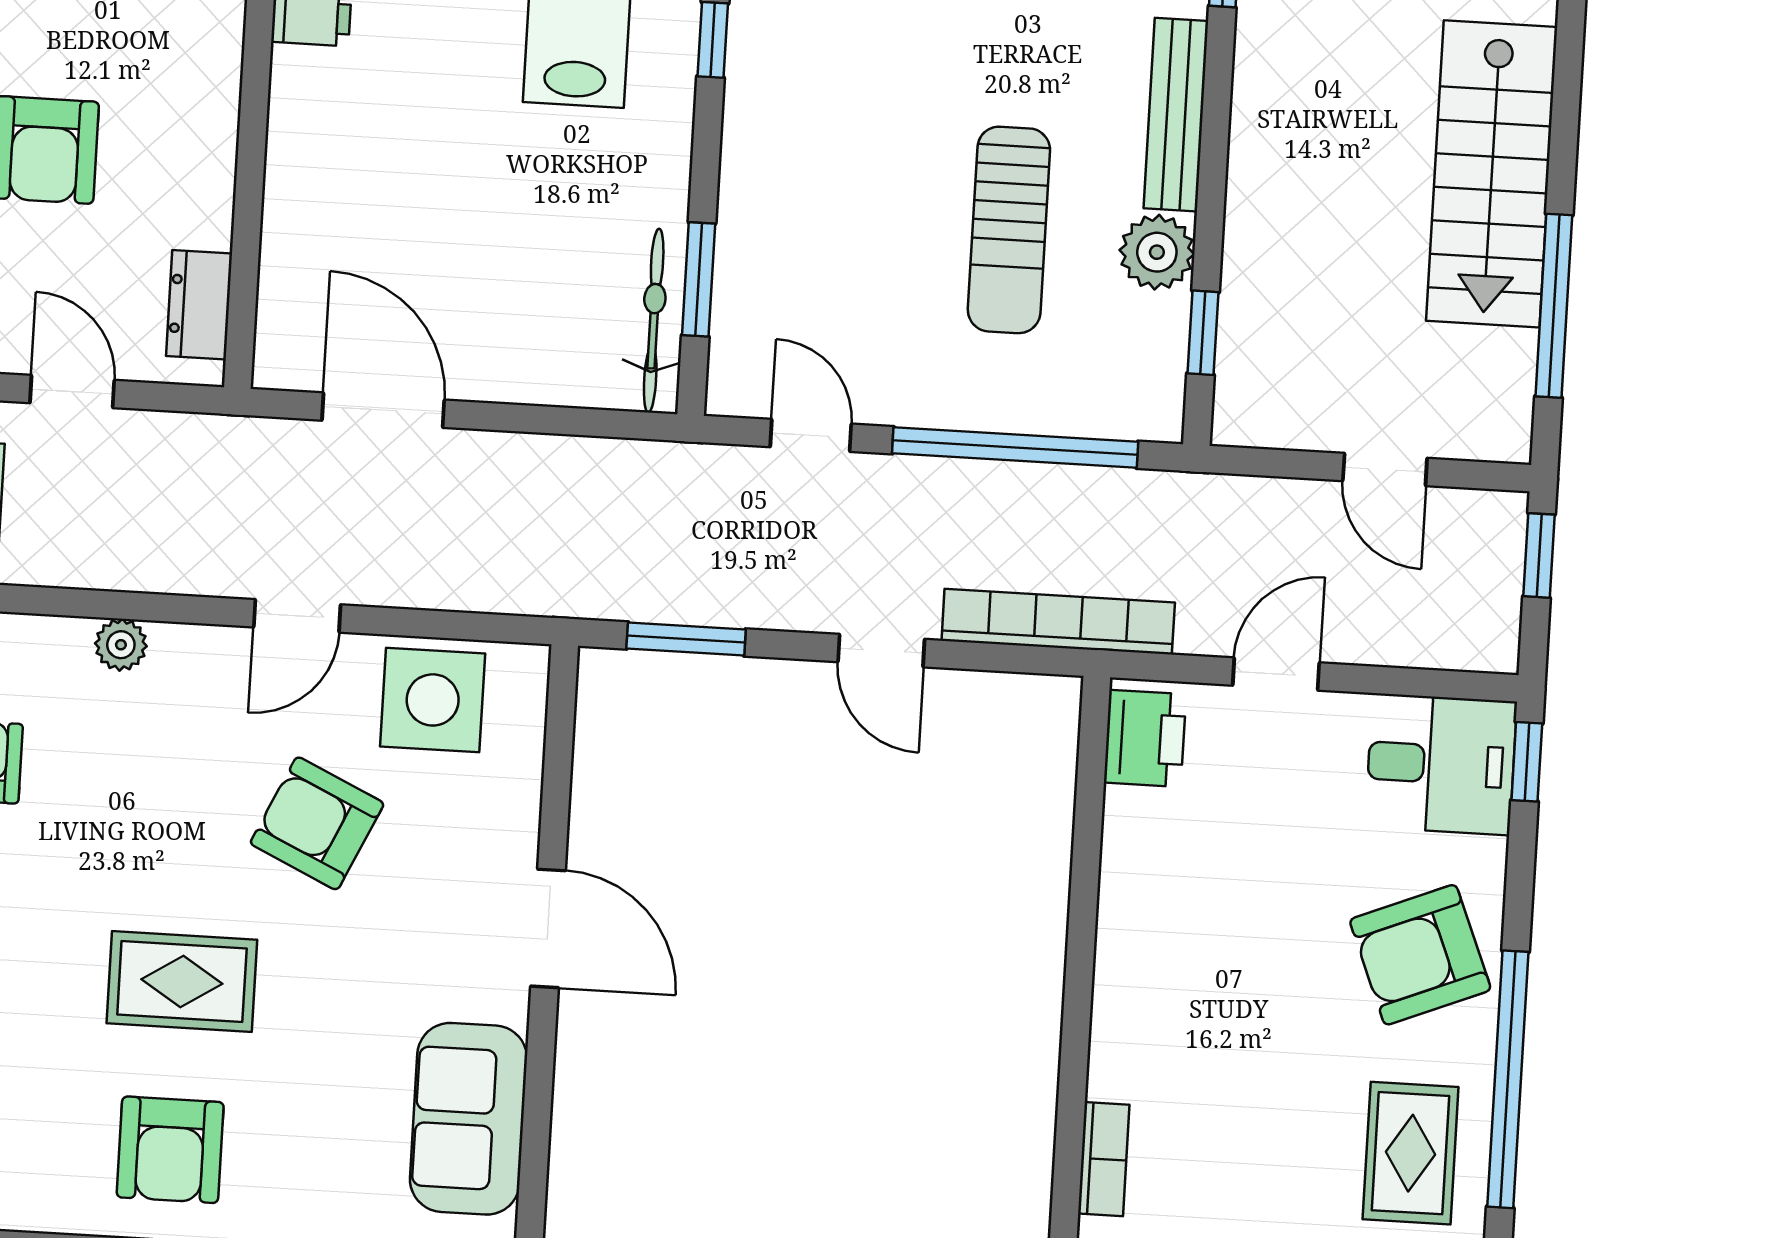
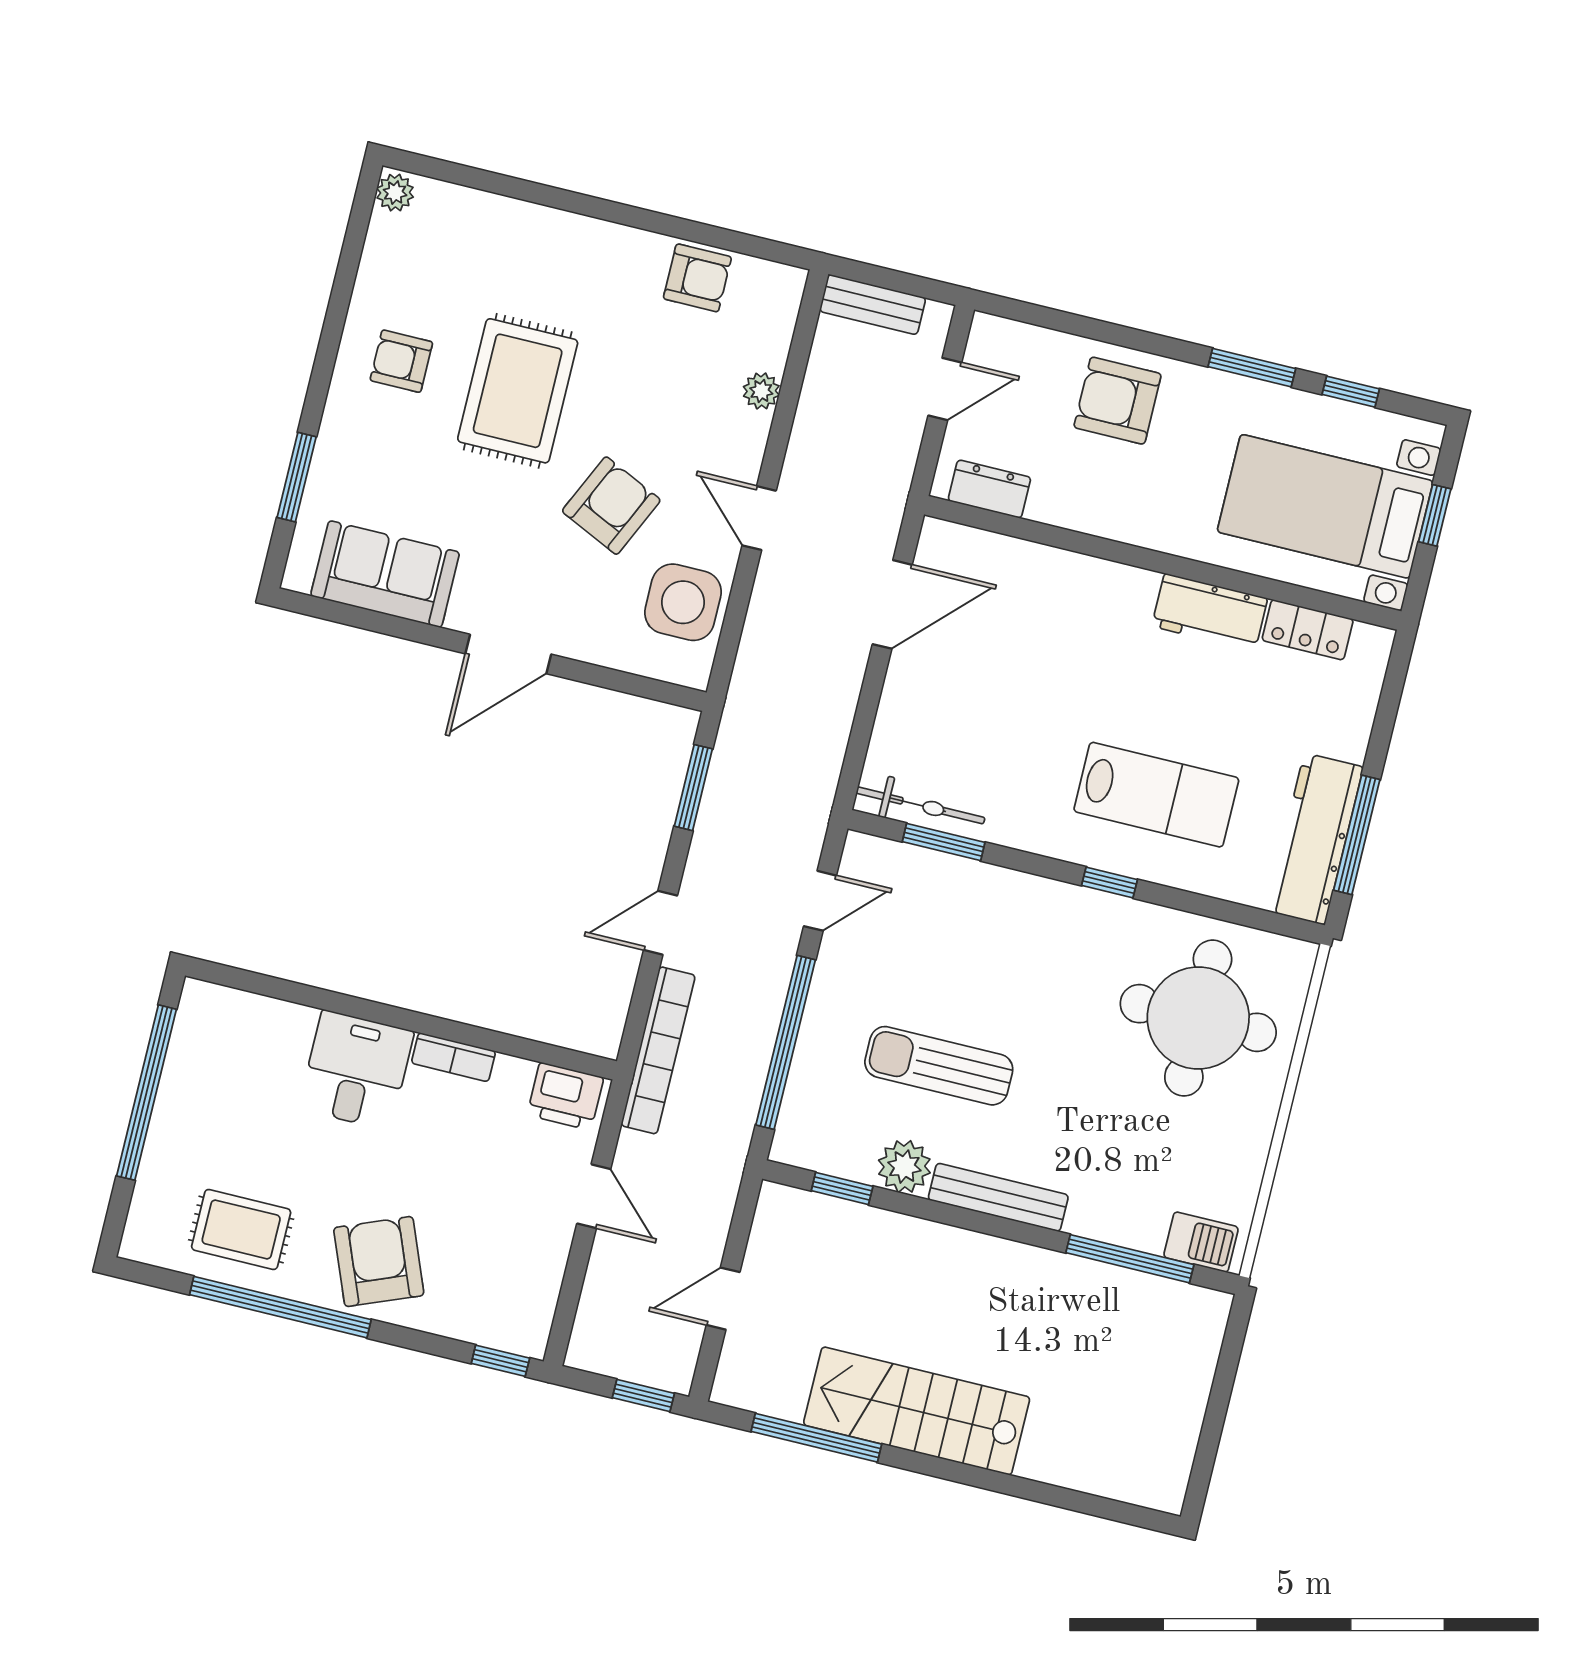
desk: (1441, 764) -> (356, 1070), moved, turned 180
rug: (182, 981) -> (518, 391), width x1.36, depth x1.43
armchair: (170, 1150) -> (401, 361), width x0.72, depth x0.72
bookcase: (1104, 1159) -> (453, 1057), moved

